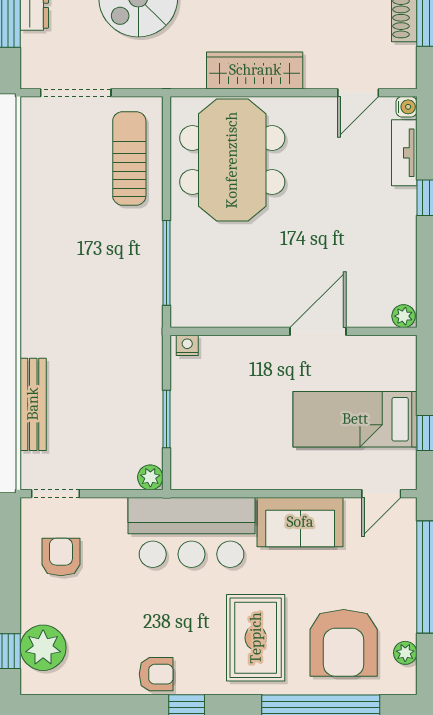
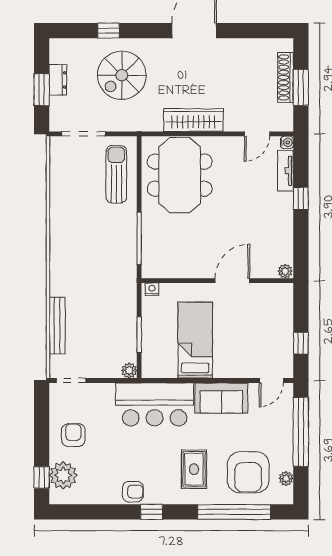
bed: (355, 419) -> (195, 340), moved, turned 90
armchair: (61, 557) -> (73, 435), moved
rug: (256, 638) -> (194, 469), width x0.73, depth x0.70

